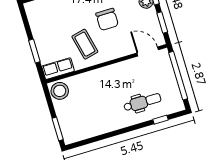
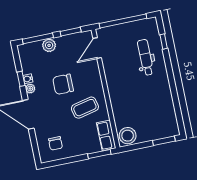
chair: (45, 17) -> (55, 143), added
chair: (107, 19) -> (63, 84), turned 180
window: (34, 51) -> (99, 154), moved

